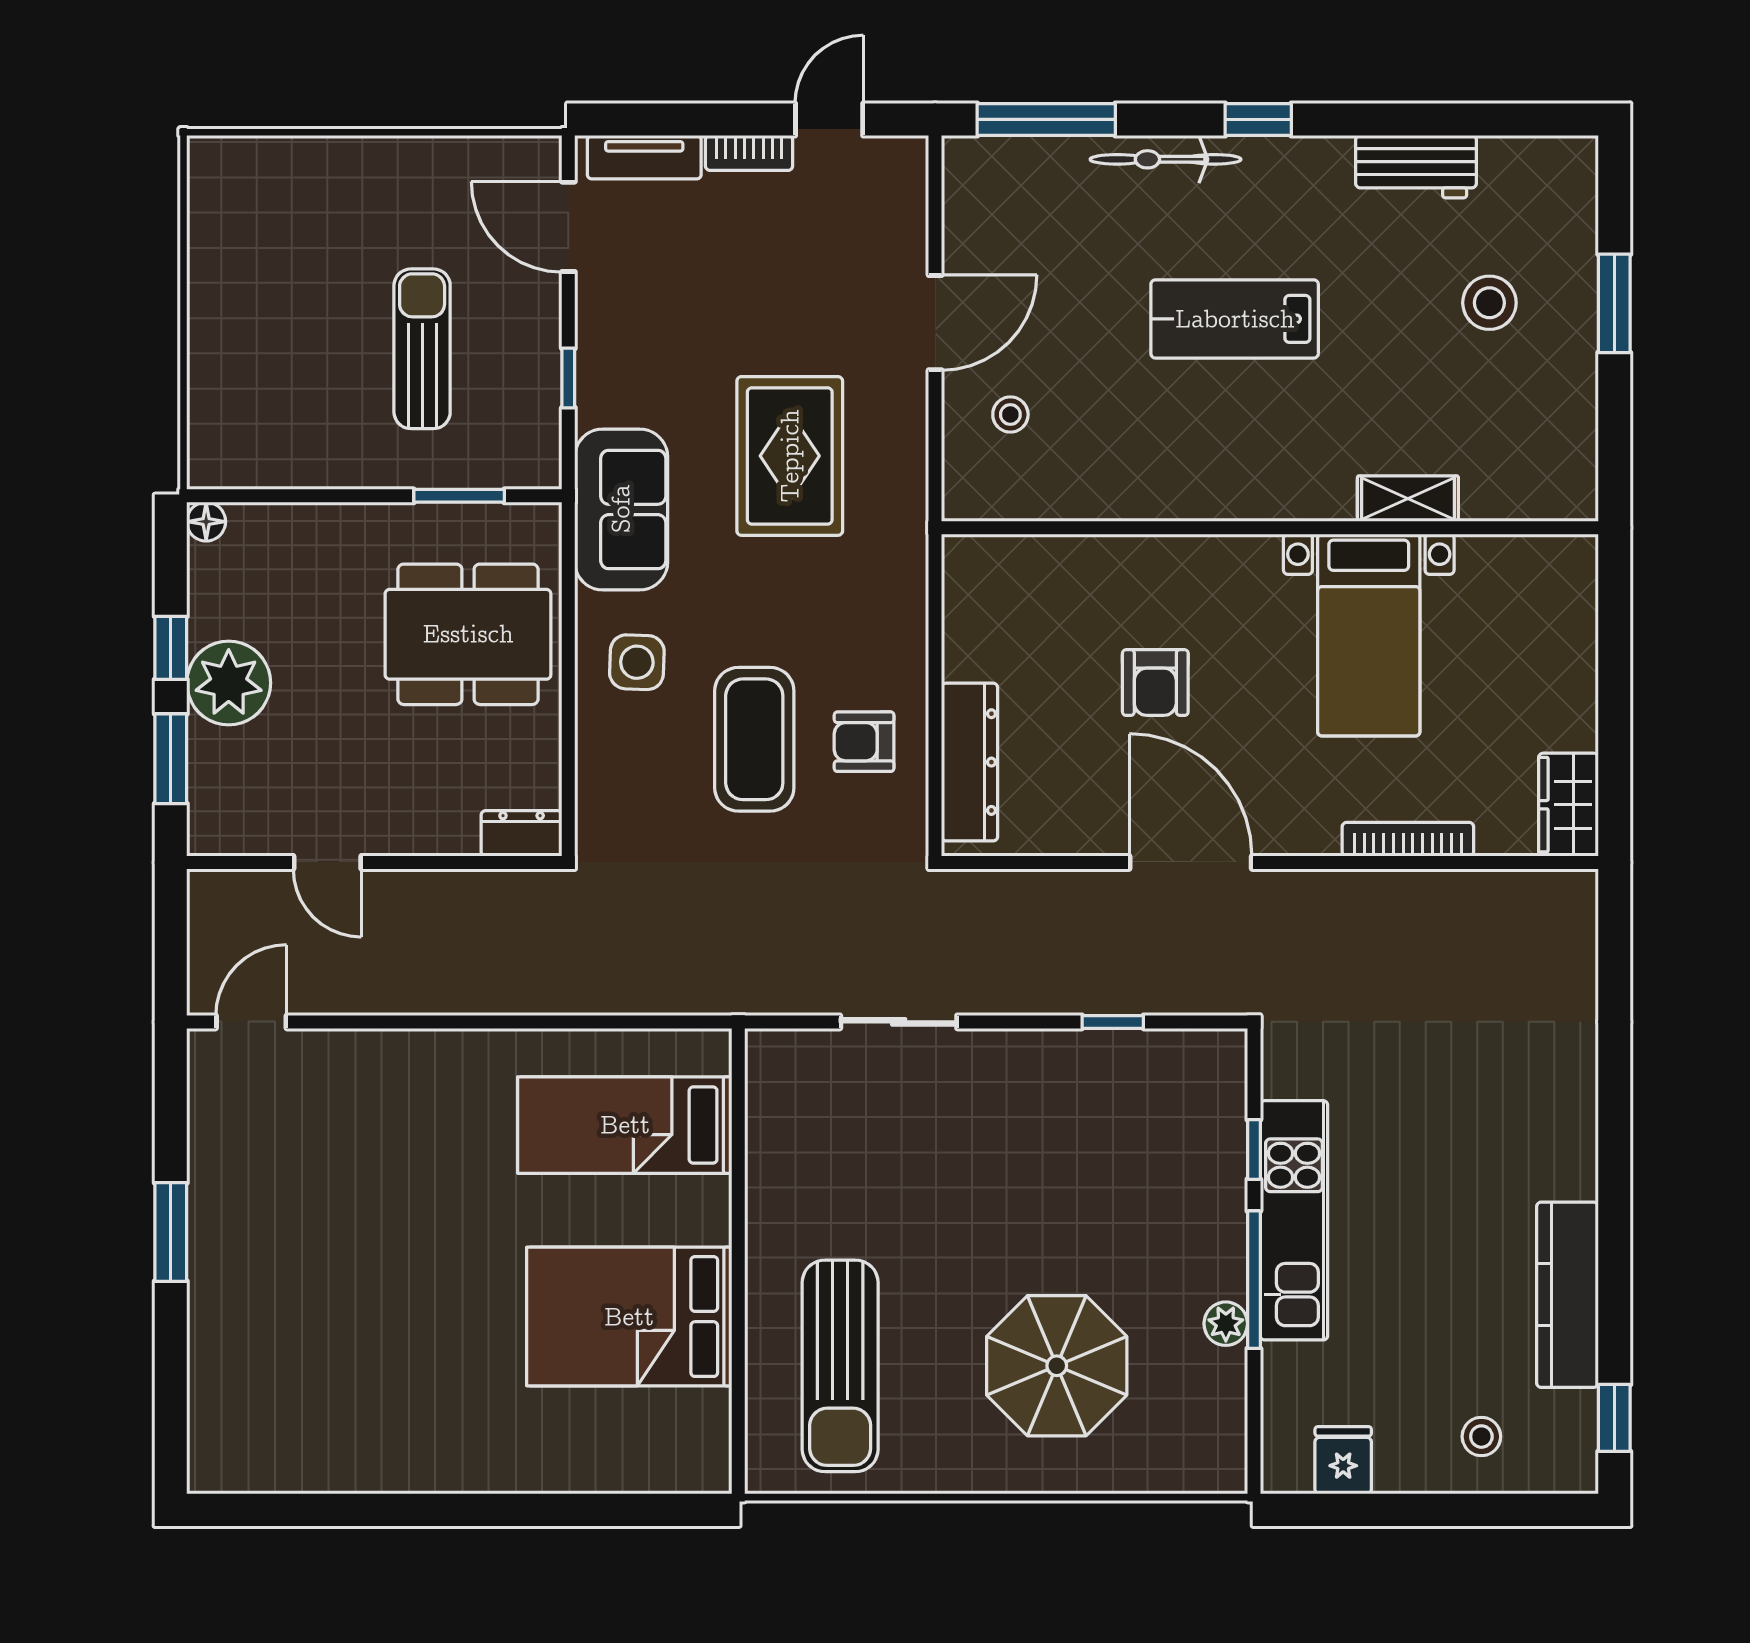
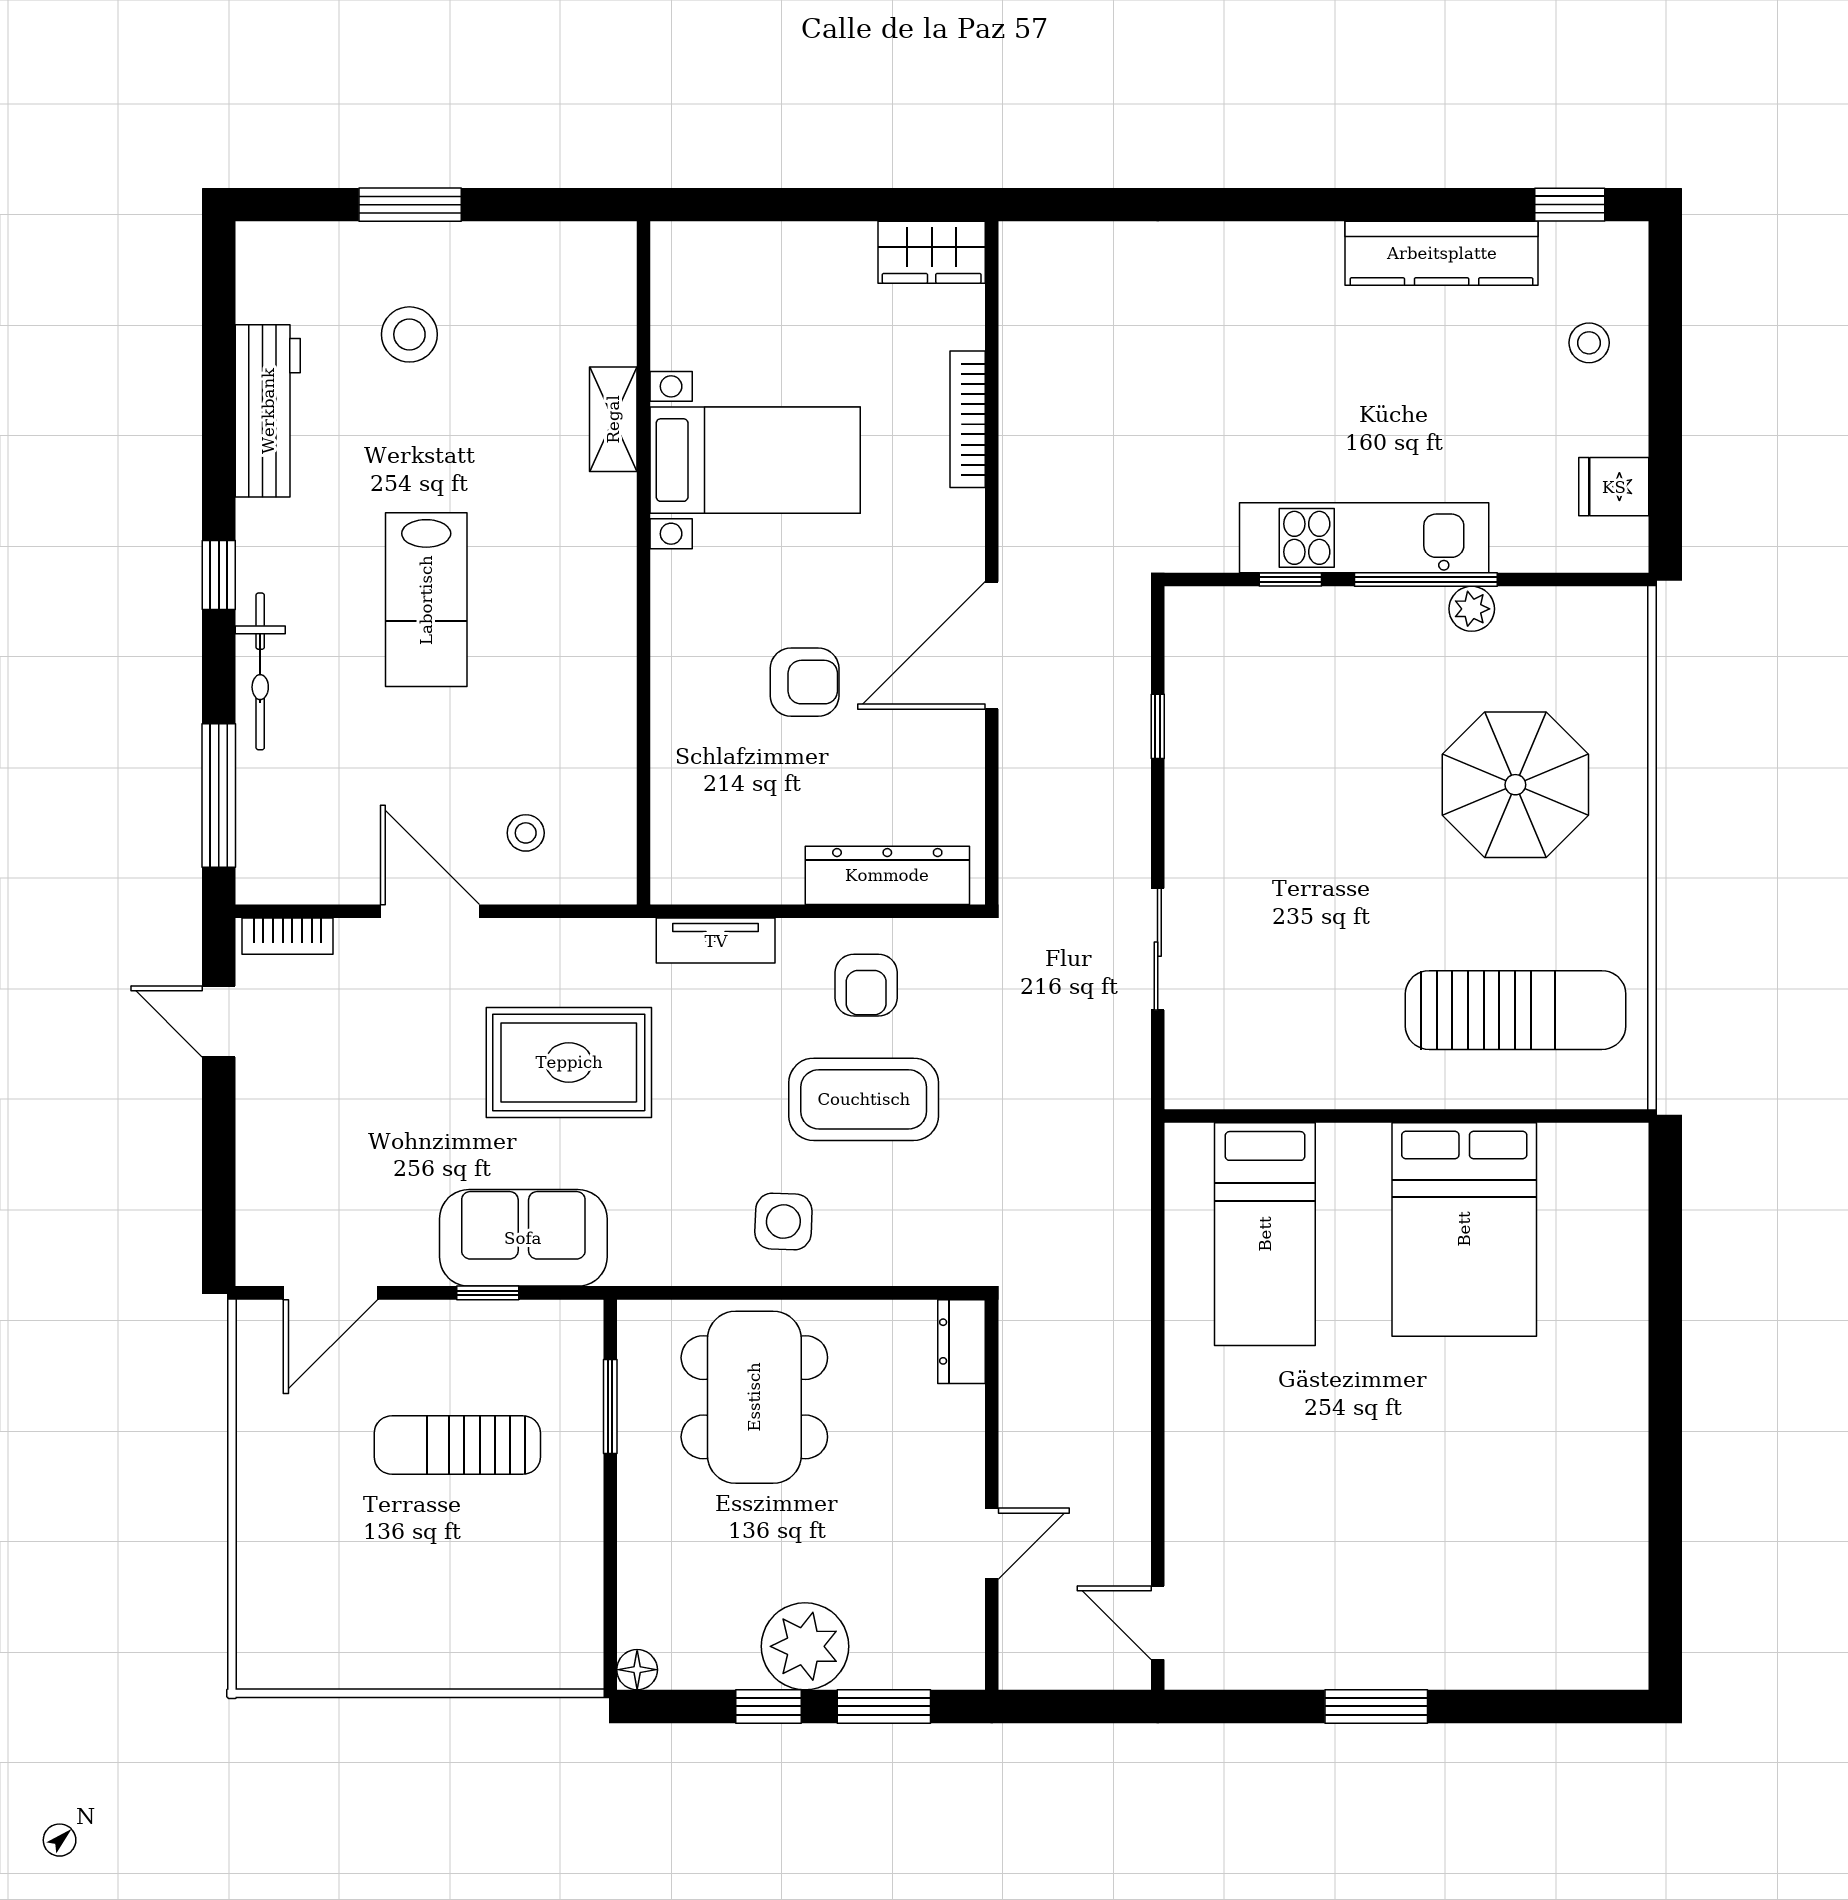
bookcase: (749, 153) -> (287, 936), moved, turned 90
tv unit: (644, 157) -> (716, 941), moved, turned 90
workbench: (1416, 167) -> (268, 411), width x1.38
sofa: (621, 509) -> (523, 1238), moved

